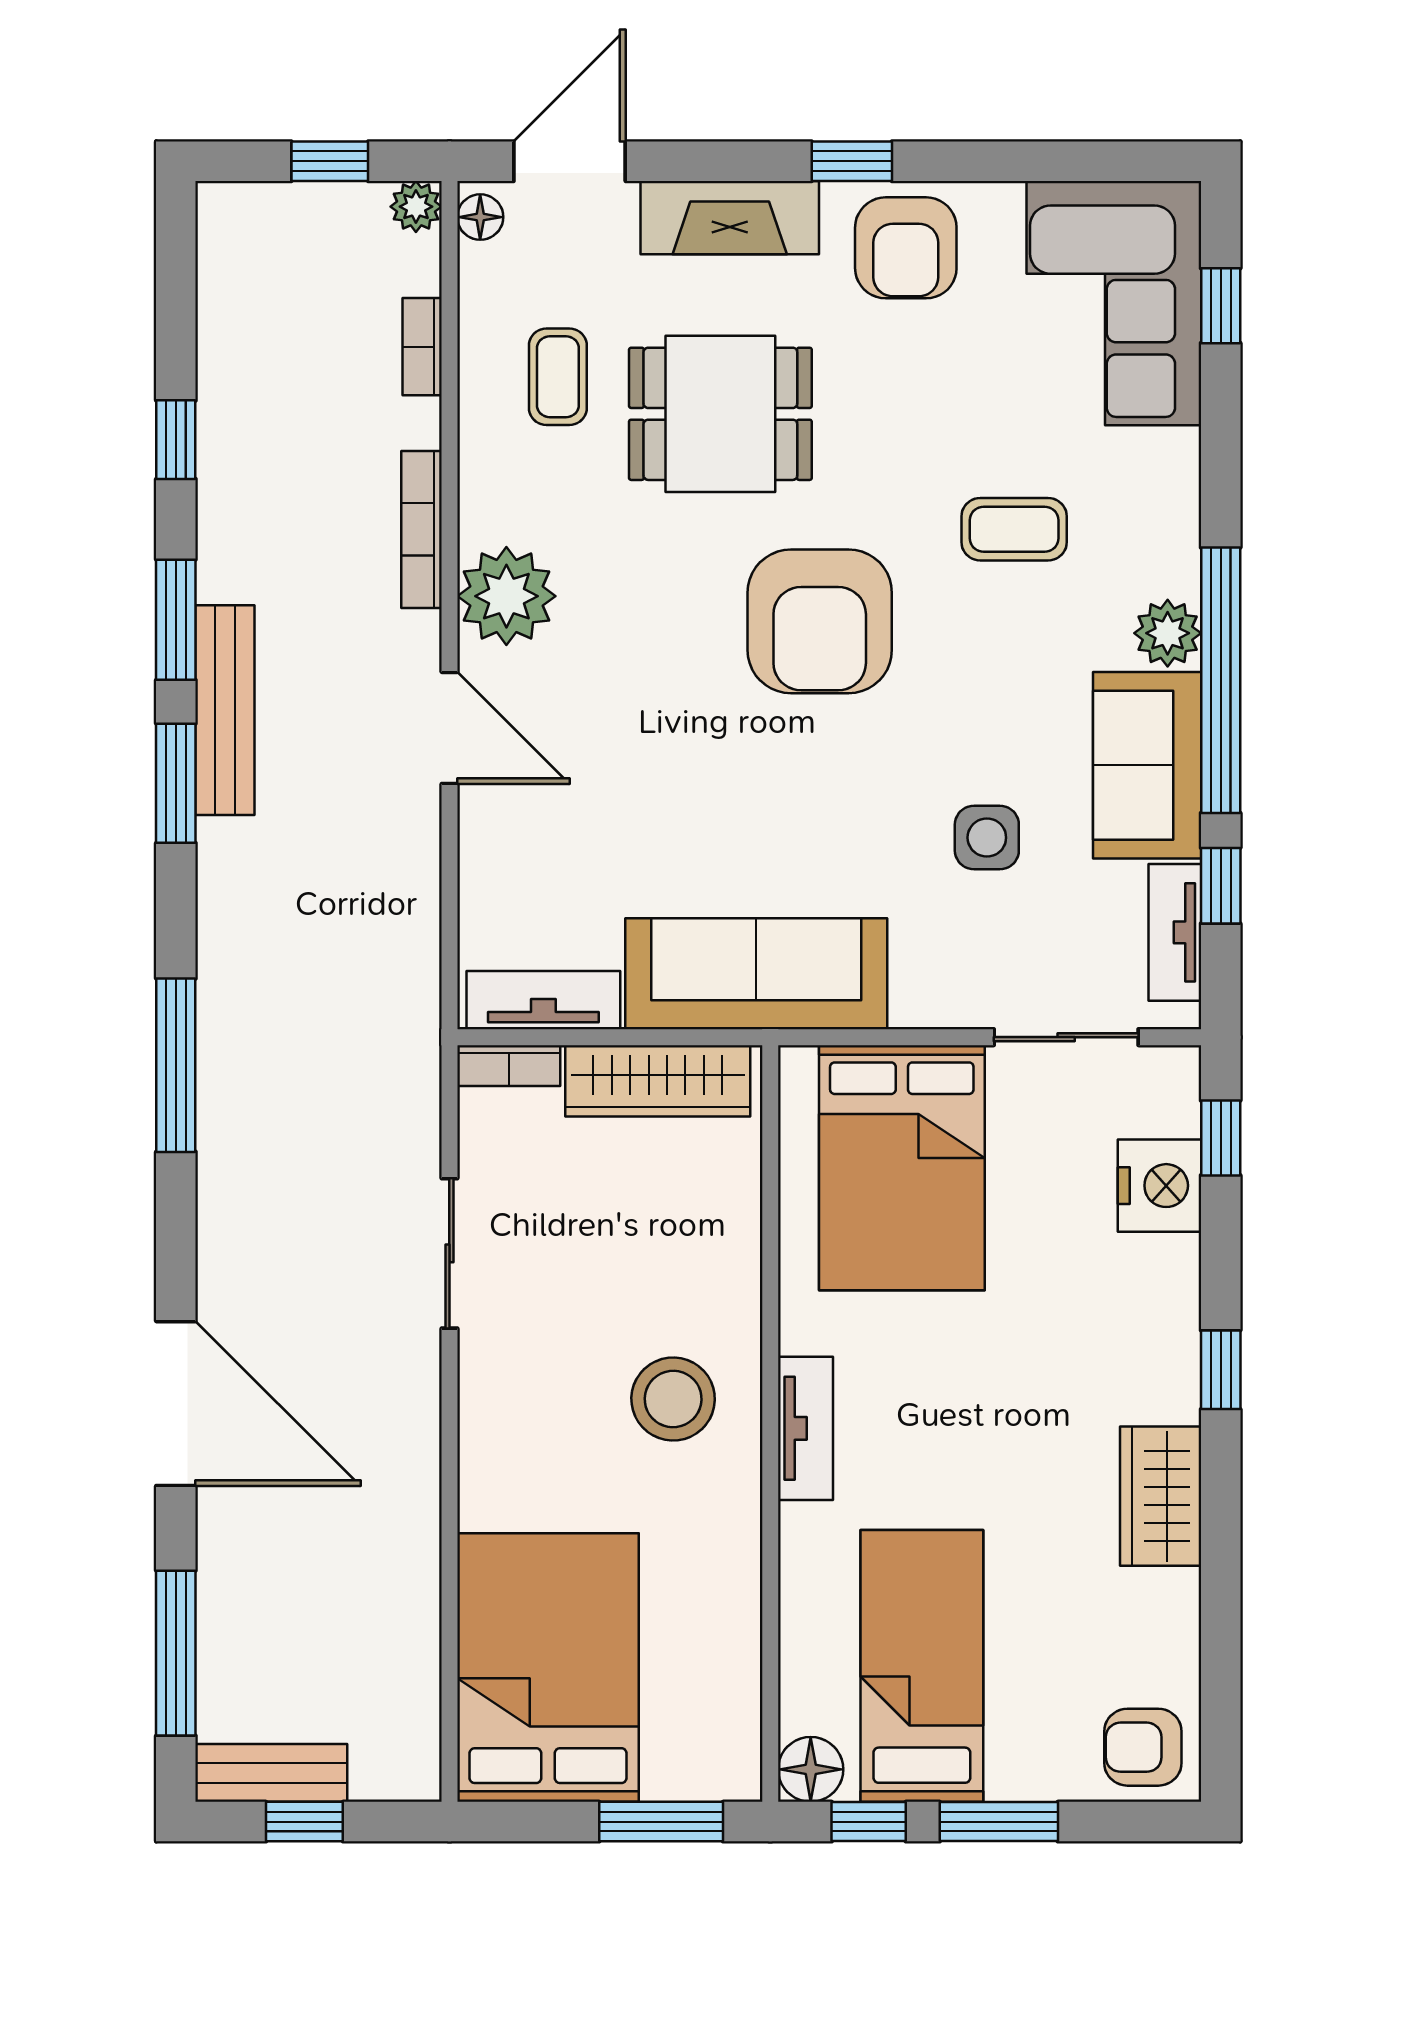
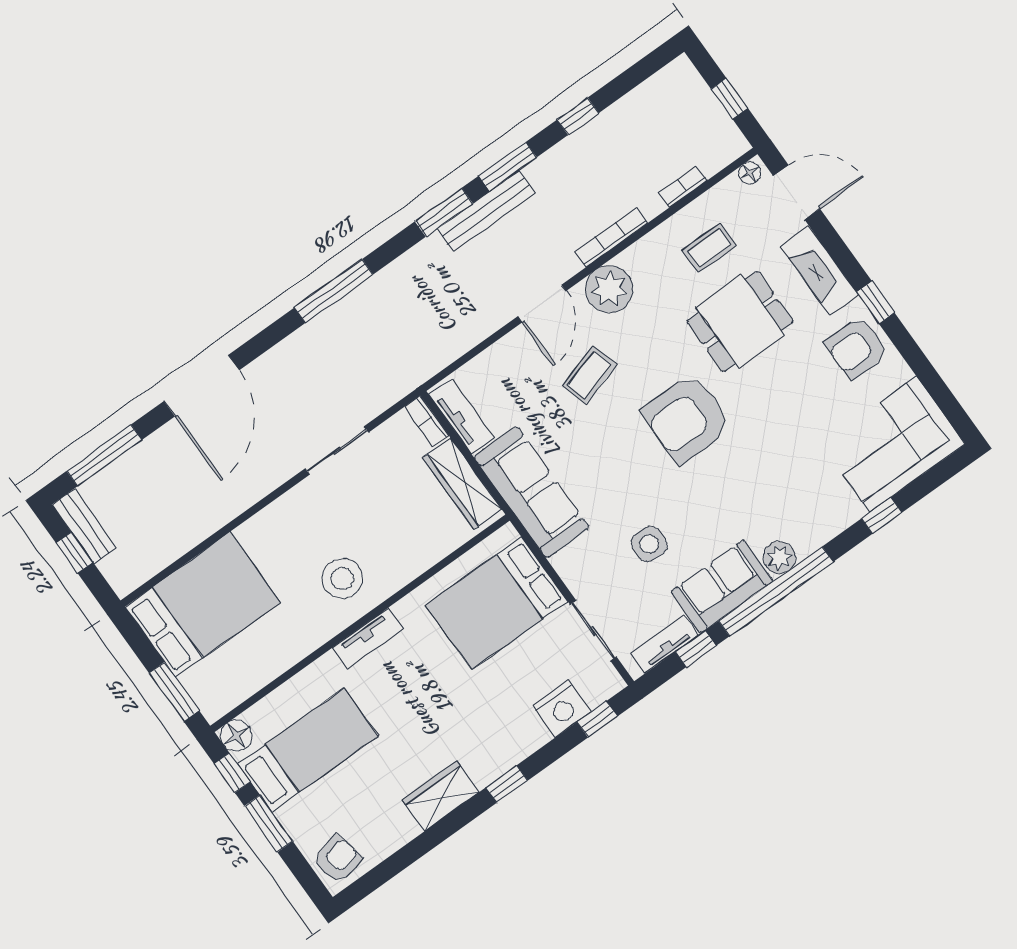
plant: (416, 207) -> (736, 145), removed
window: (1221, 306) -> (882, 516), moved
dining table: (720, 414) -> (740, 322), turned 90
coffee table: (1014, 529) -> (589, 375), moved, turned 74
armchair: (1143, 1747) -> (338, 859), turned 77

